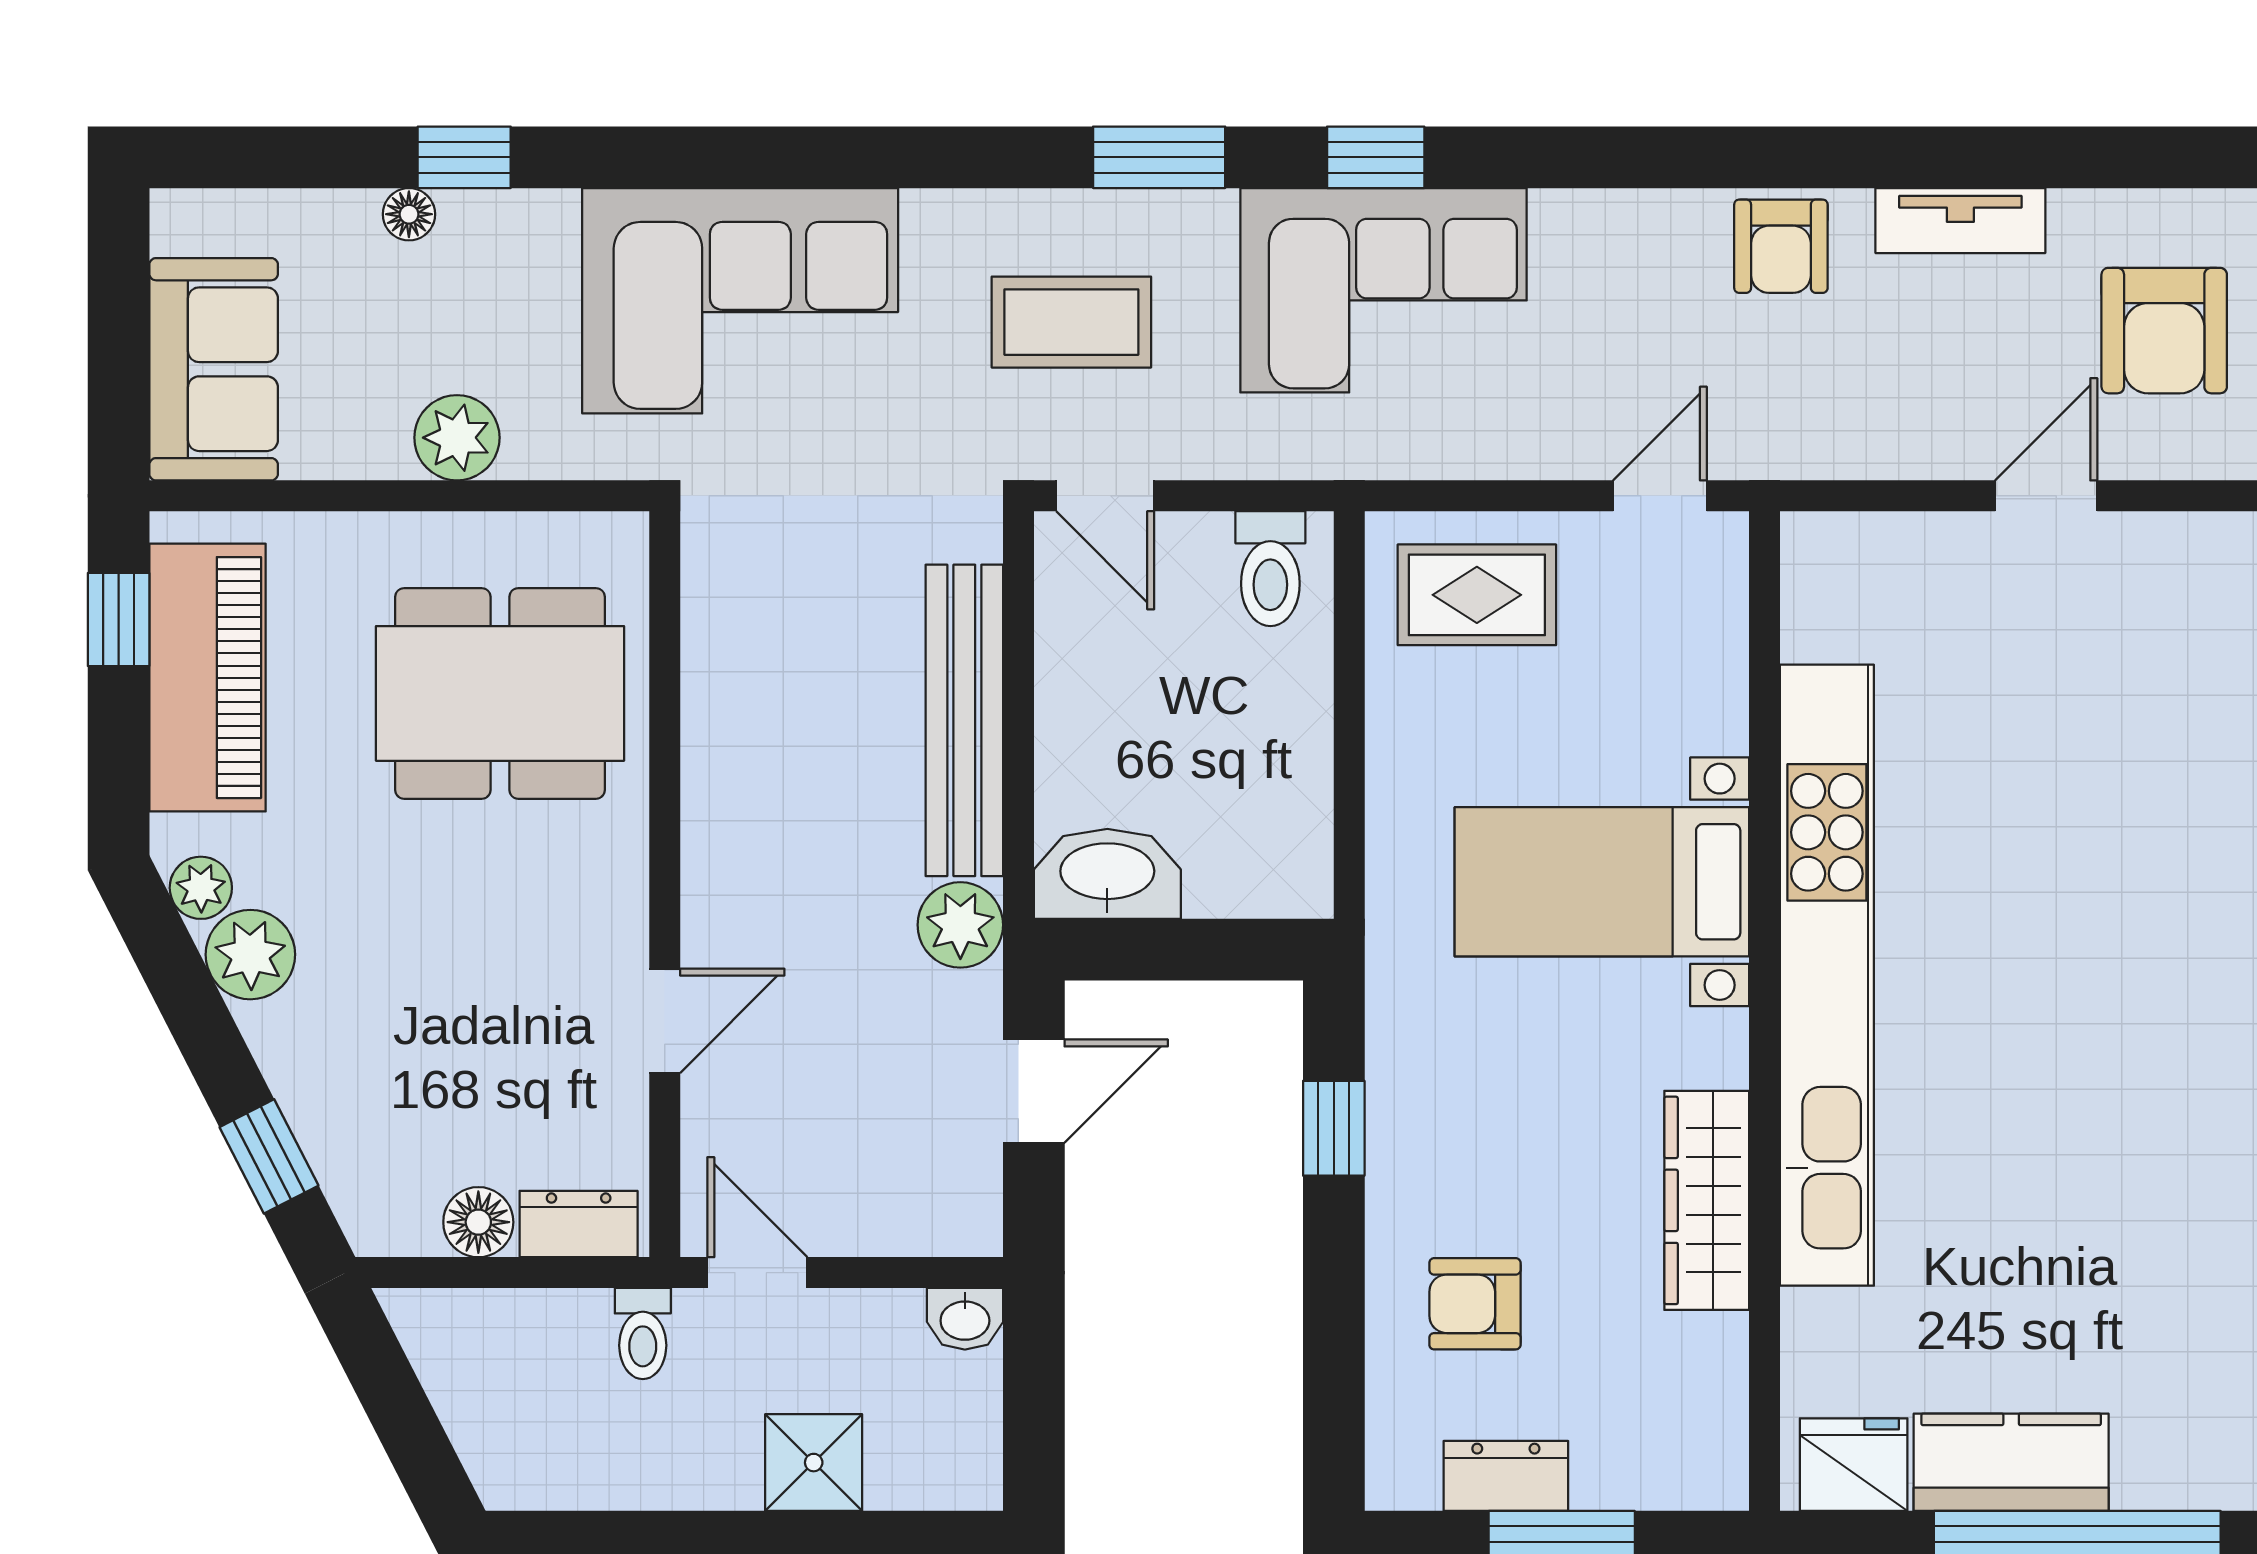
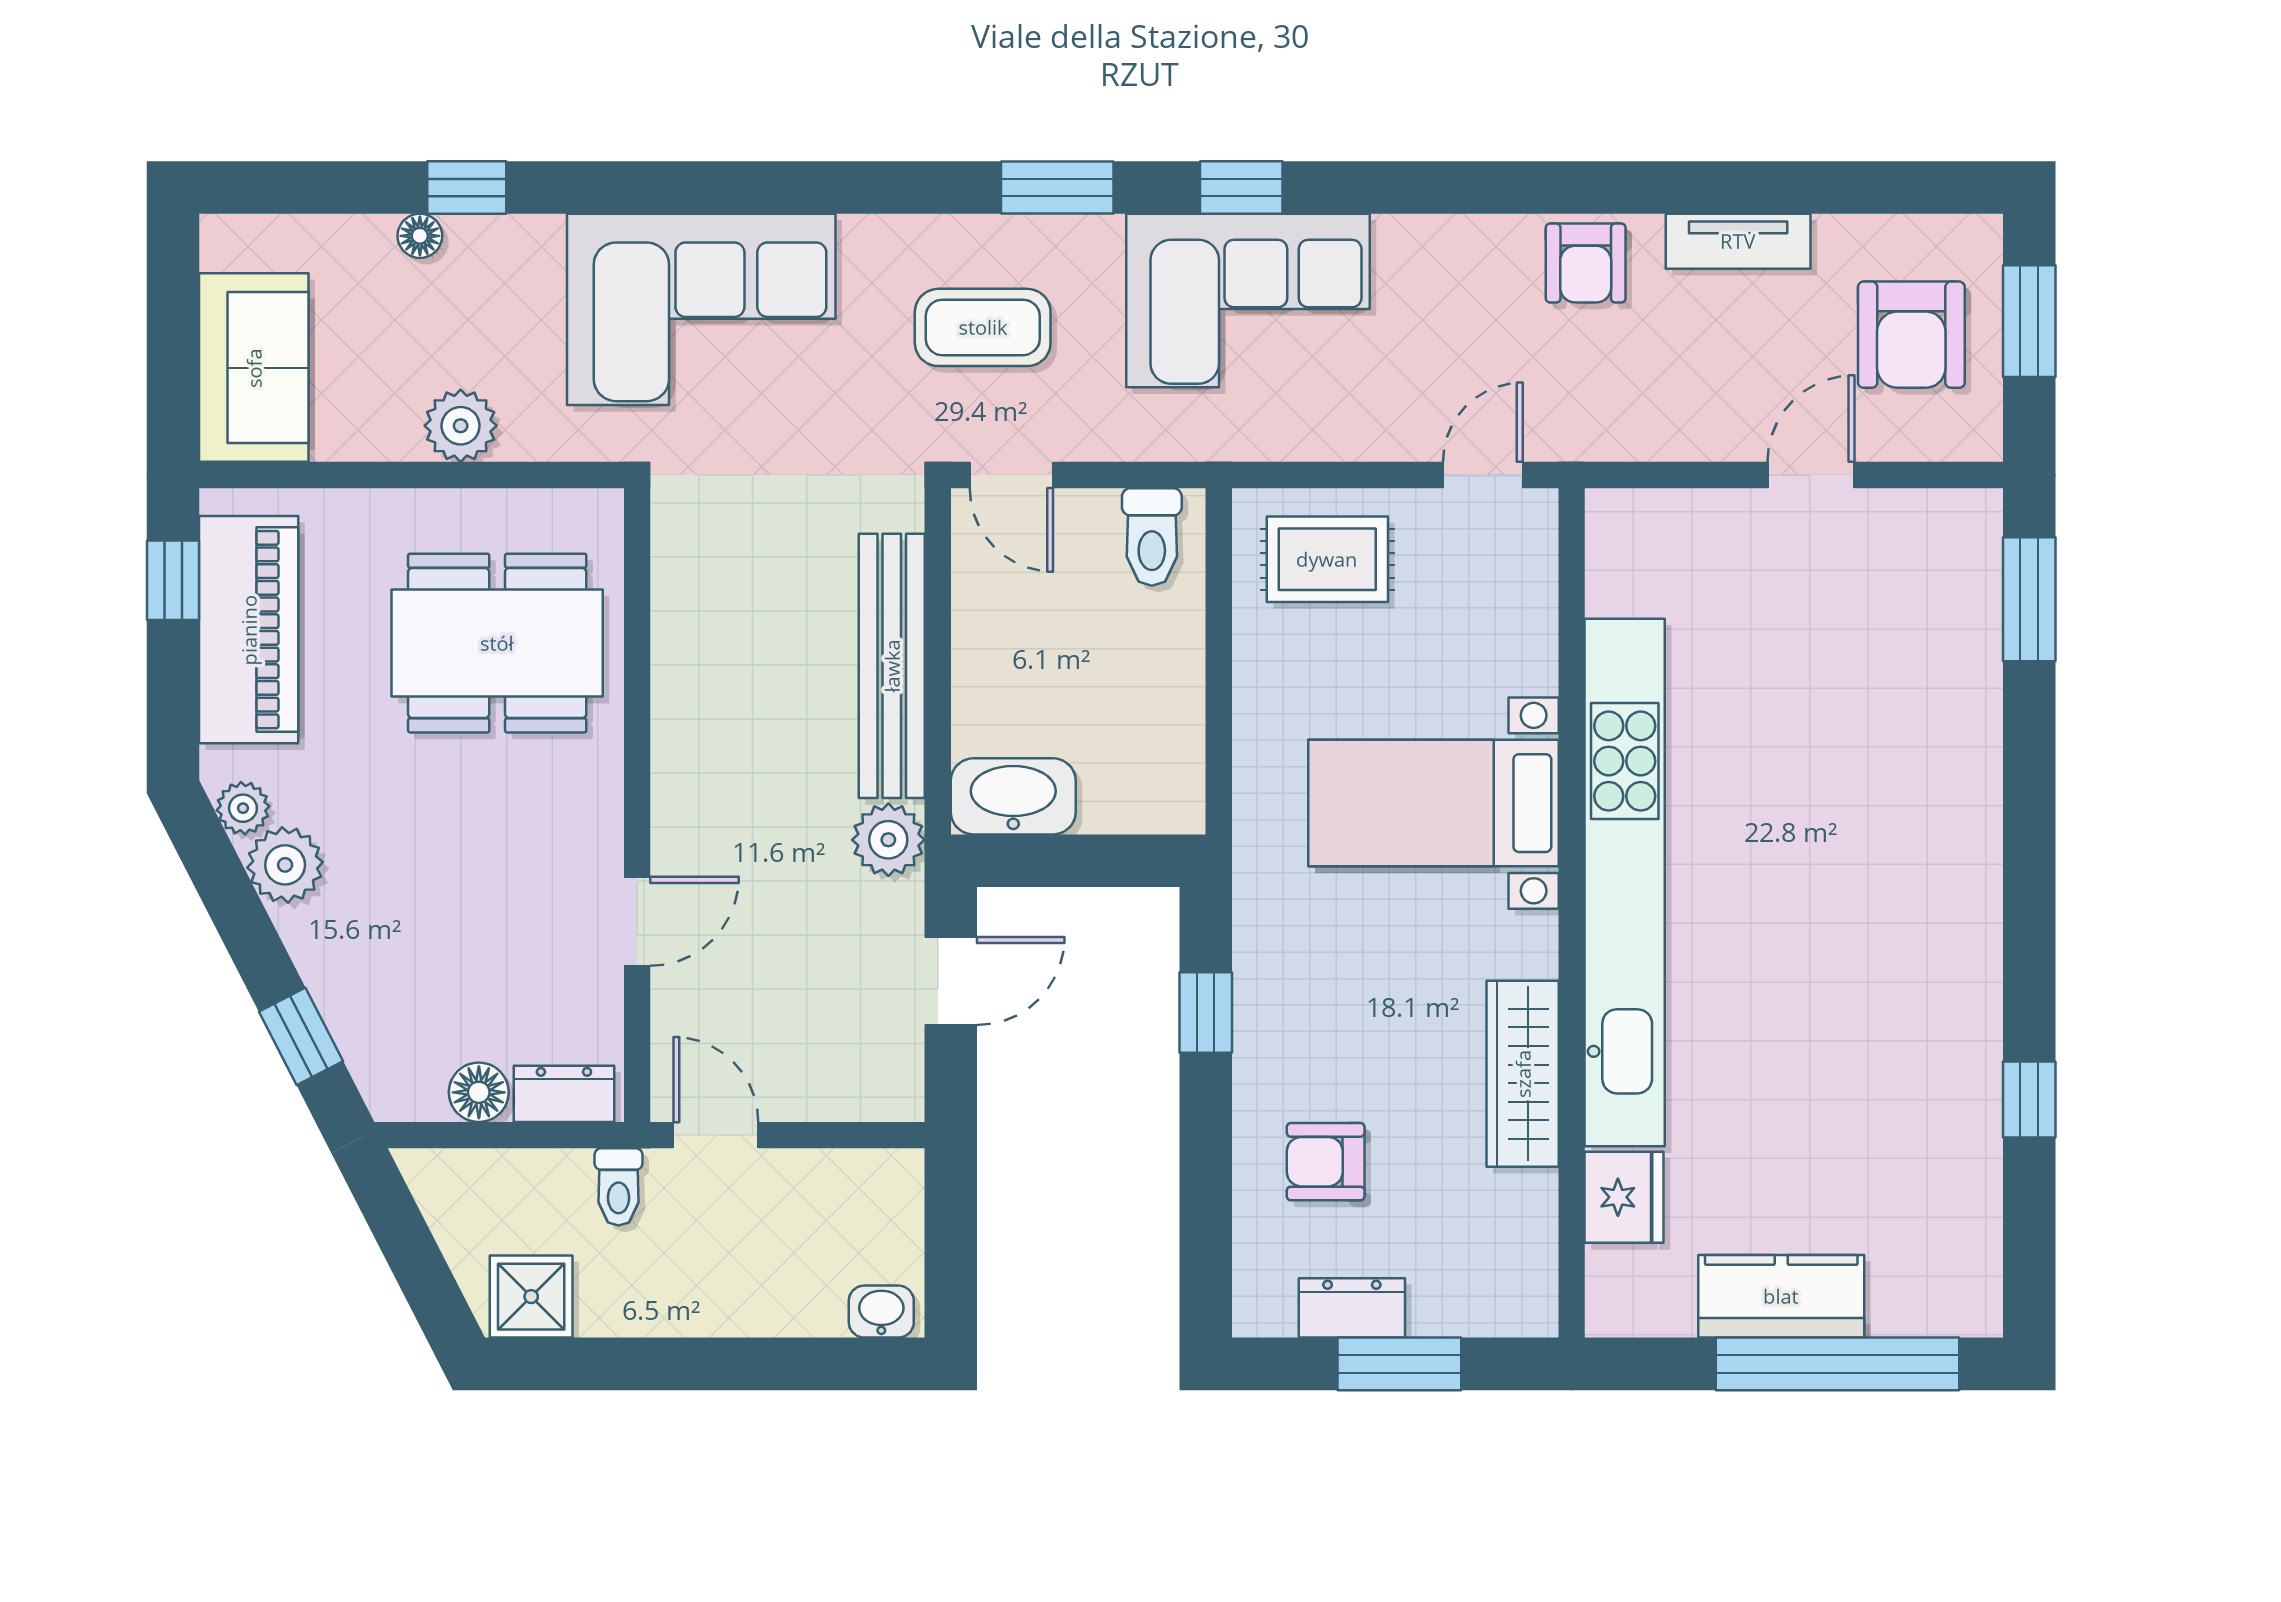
washbasin: (965, 1319) -> (881, 1312), moved, turned 180
shower: (814, 1463) -> (531, 1297), moved
fridge: (1854, 1465) -> (1624, 1197), moved, turned 90

